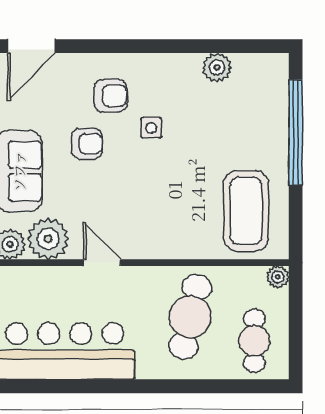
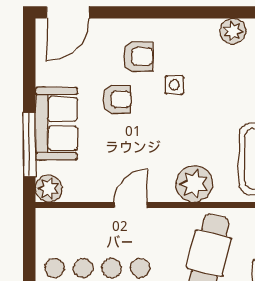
plant: (48, 239) -> (194, 184), moved
door: (102, 263) -> (131, 205), hinge flipped

